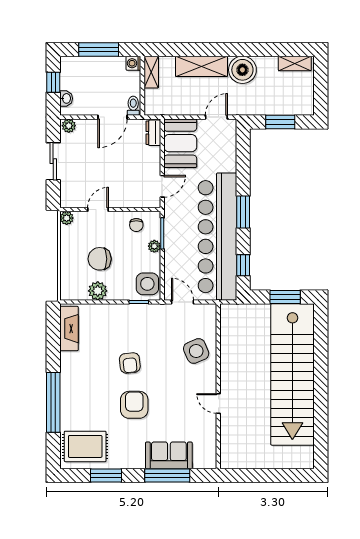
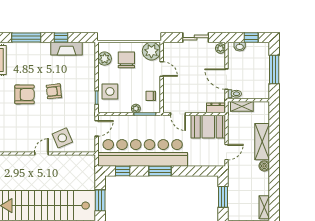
washing machine: (133, 63) -> (264, 94), removed
boiler: (242, 70) -> (264, 166), width x0.54, depth x0.54
shelving: (151, 72) -> (242, 106), moved
door: (216, 117) -> (227, 152), hinge flipped
plant: (67, 218) -> (151, 51), width x1.87, depth x1.87
chair: (100, 259) -> (126, 60), moved
side table: (147, 284) -> (110, 91), moved
plant: (98, 291) -> (105, 59), moved
fireplace: (69, 329) -> (67, 49), moved
window: (53, 353) -> (61, 38), added
window: (53, 402) -> (26, 38), width x0.68
door: (218, 403) -> (41, 154), moved

